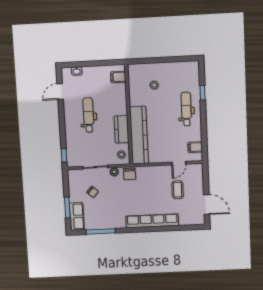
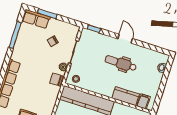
door: (60, 91) -> (125, 39), moved
dental chair: (88, 115) -> (121, 63), turned 180
kitchen counter: (121, 129) -> (126, 96), moved

